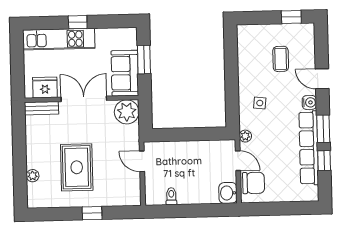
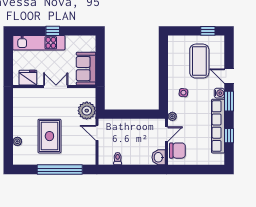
coffee table: (281, 59) -> (199, 61), width x1.86, depth x1.72
window: (144, 60) -> (100, 59), removed
double door: (84, 99) -> (56, 86), width x0.73
bench: (42, 108) -> (25, 93), removed
plant: (127, 112) -> (87, 111), moved
window: (323, 129) -> (229, 101), moved
door: (238, 161) -> (167, 134), hinge flipped
window: (92, 213) -> (60, 170), width x3.17

